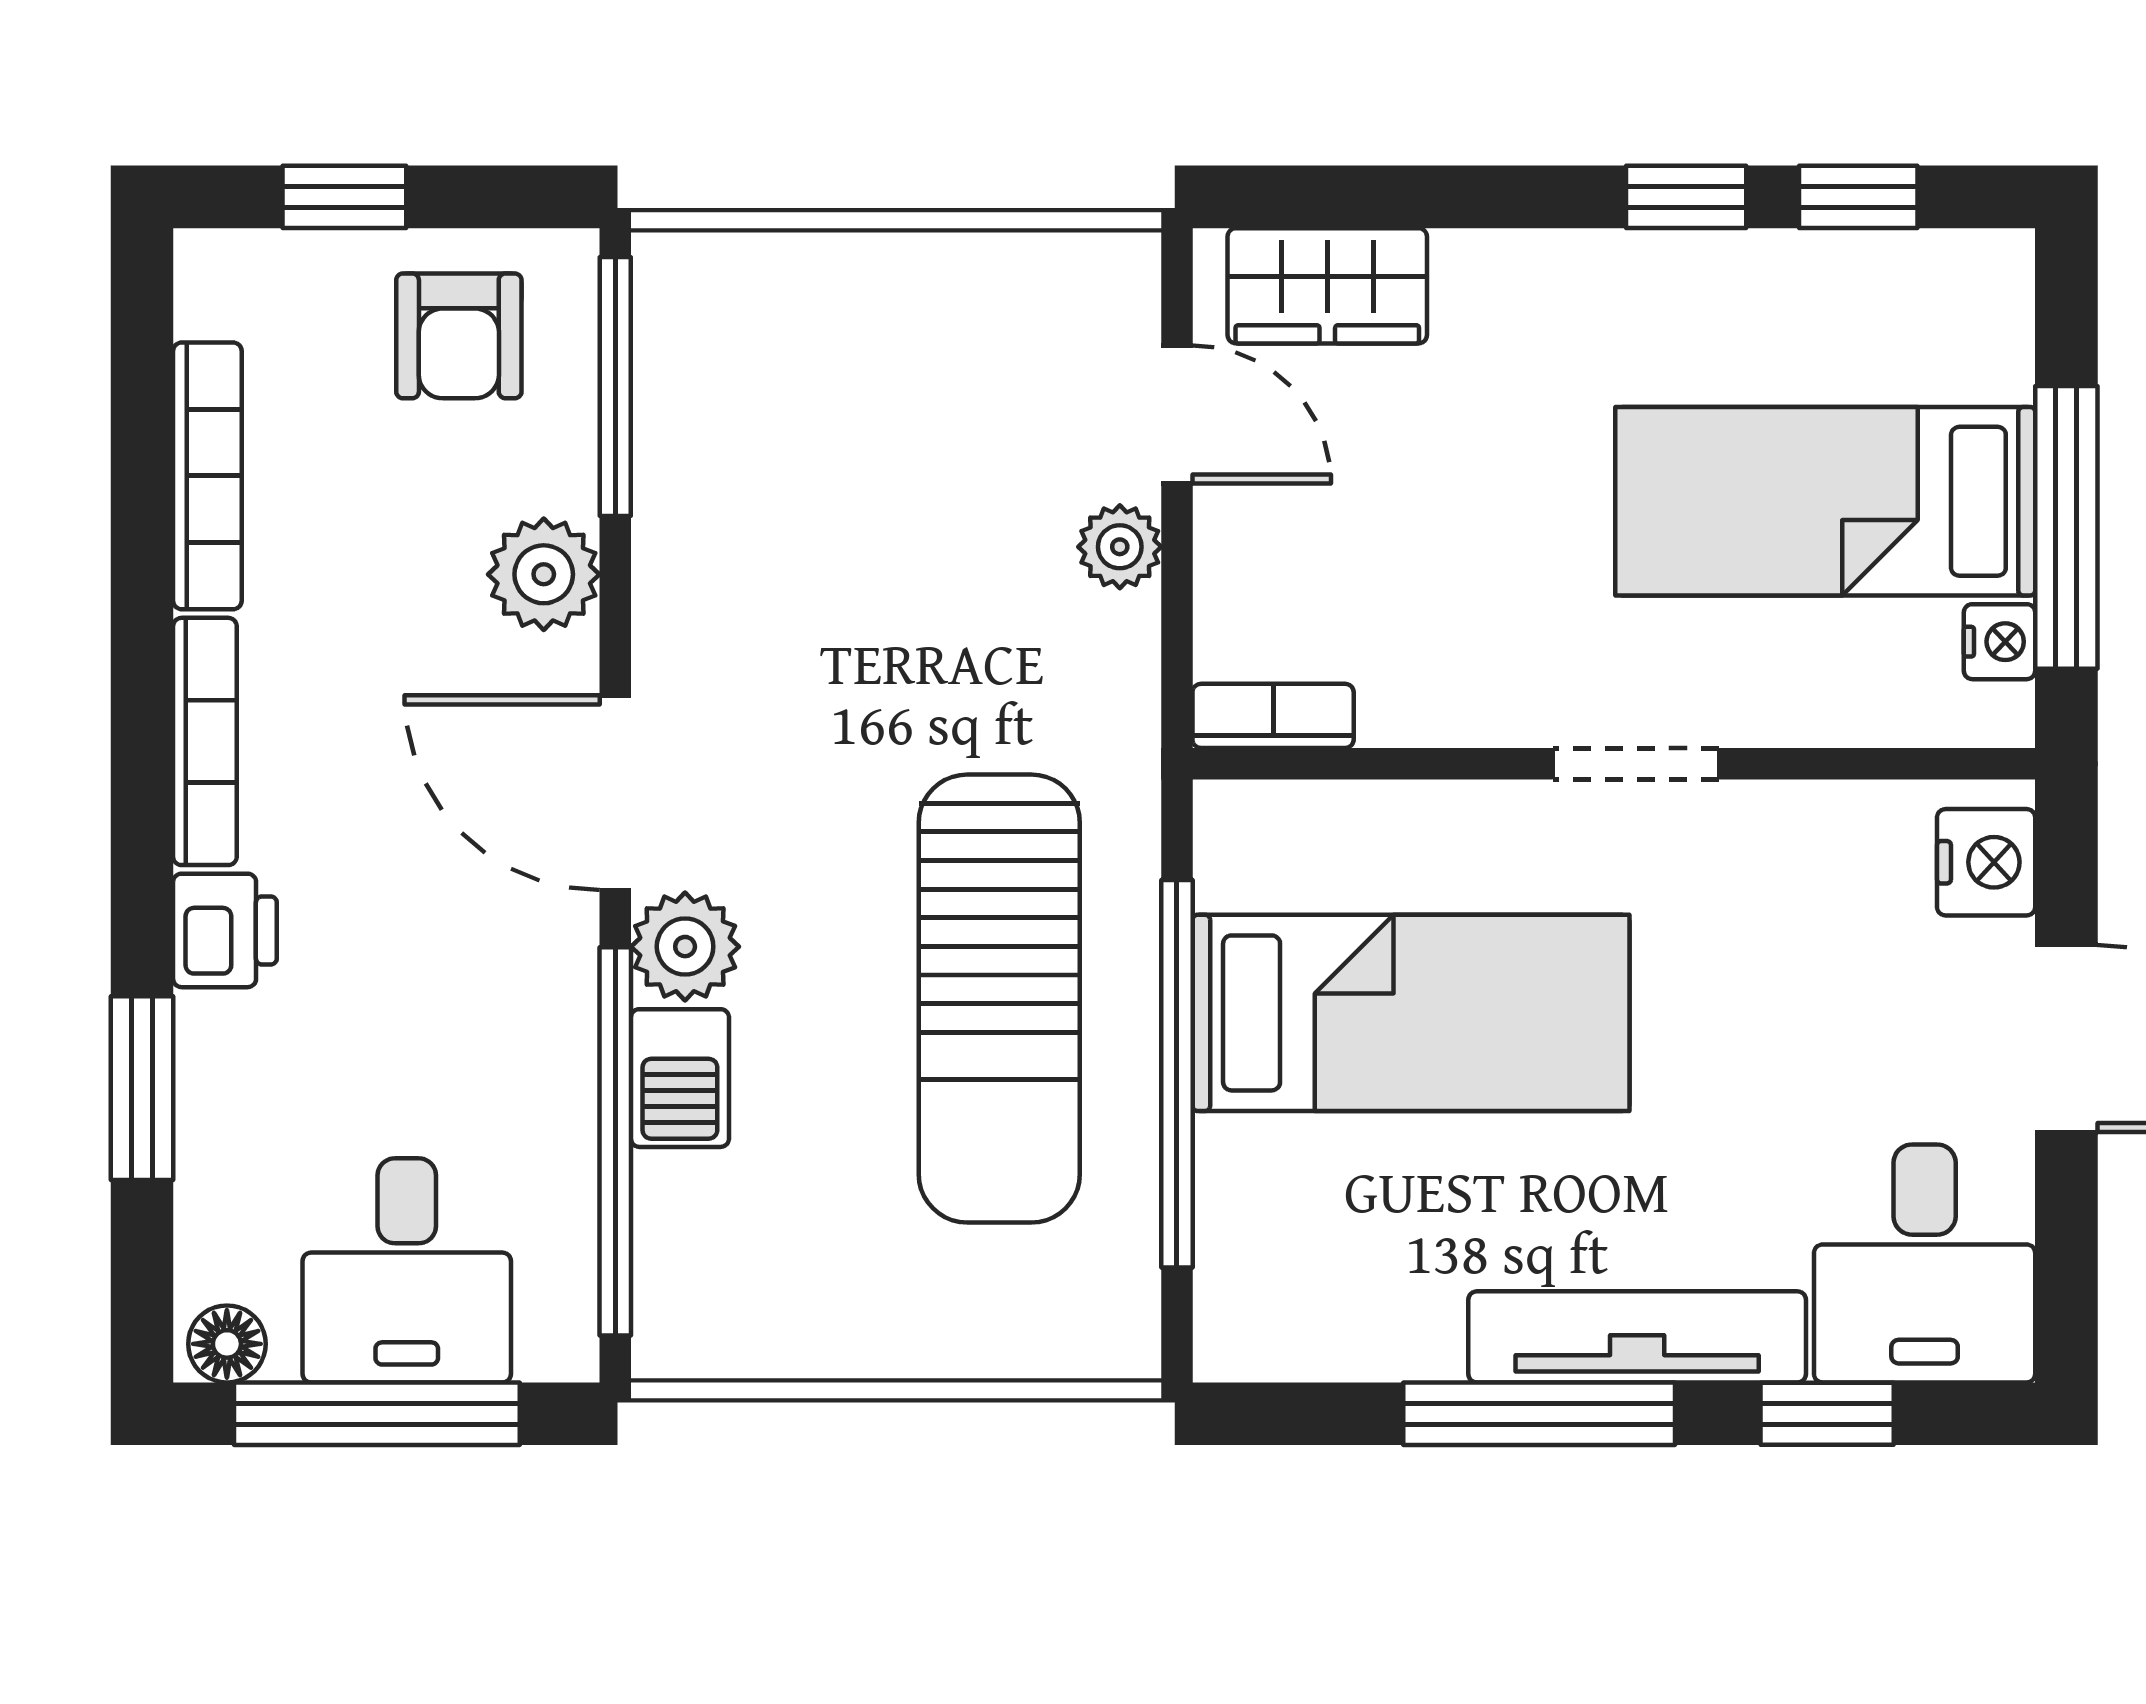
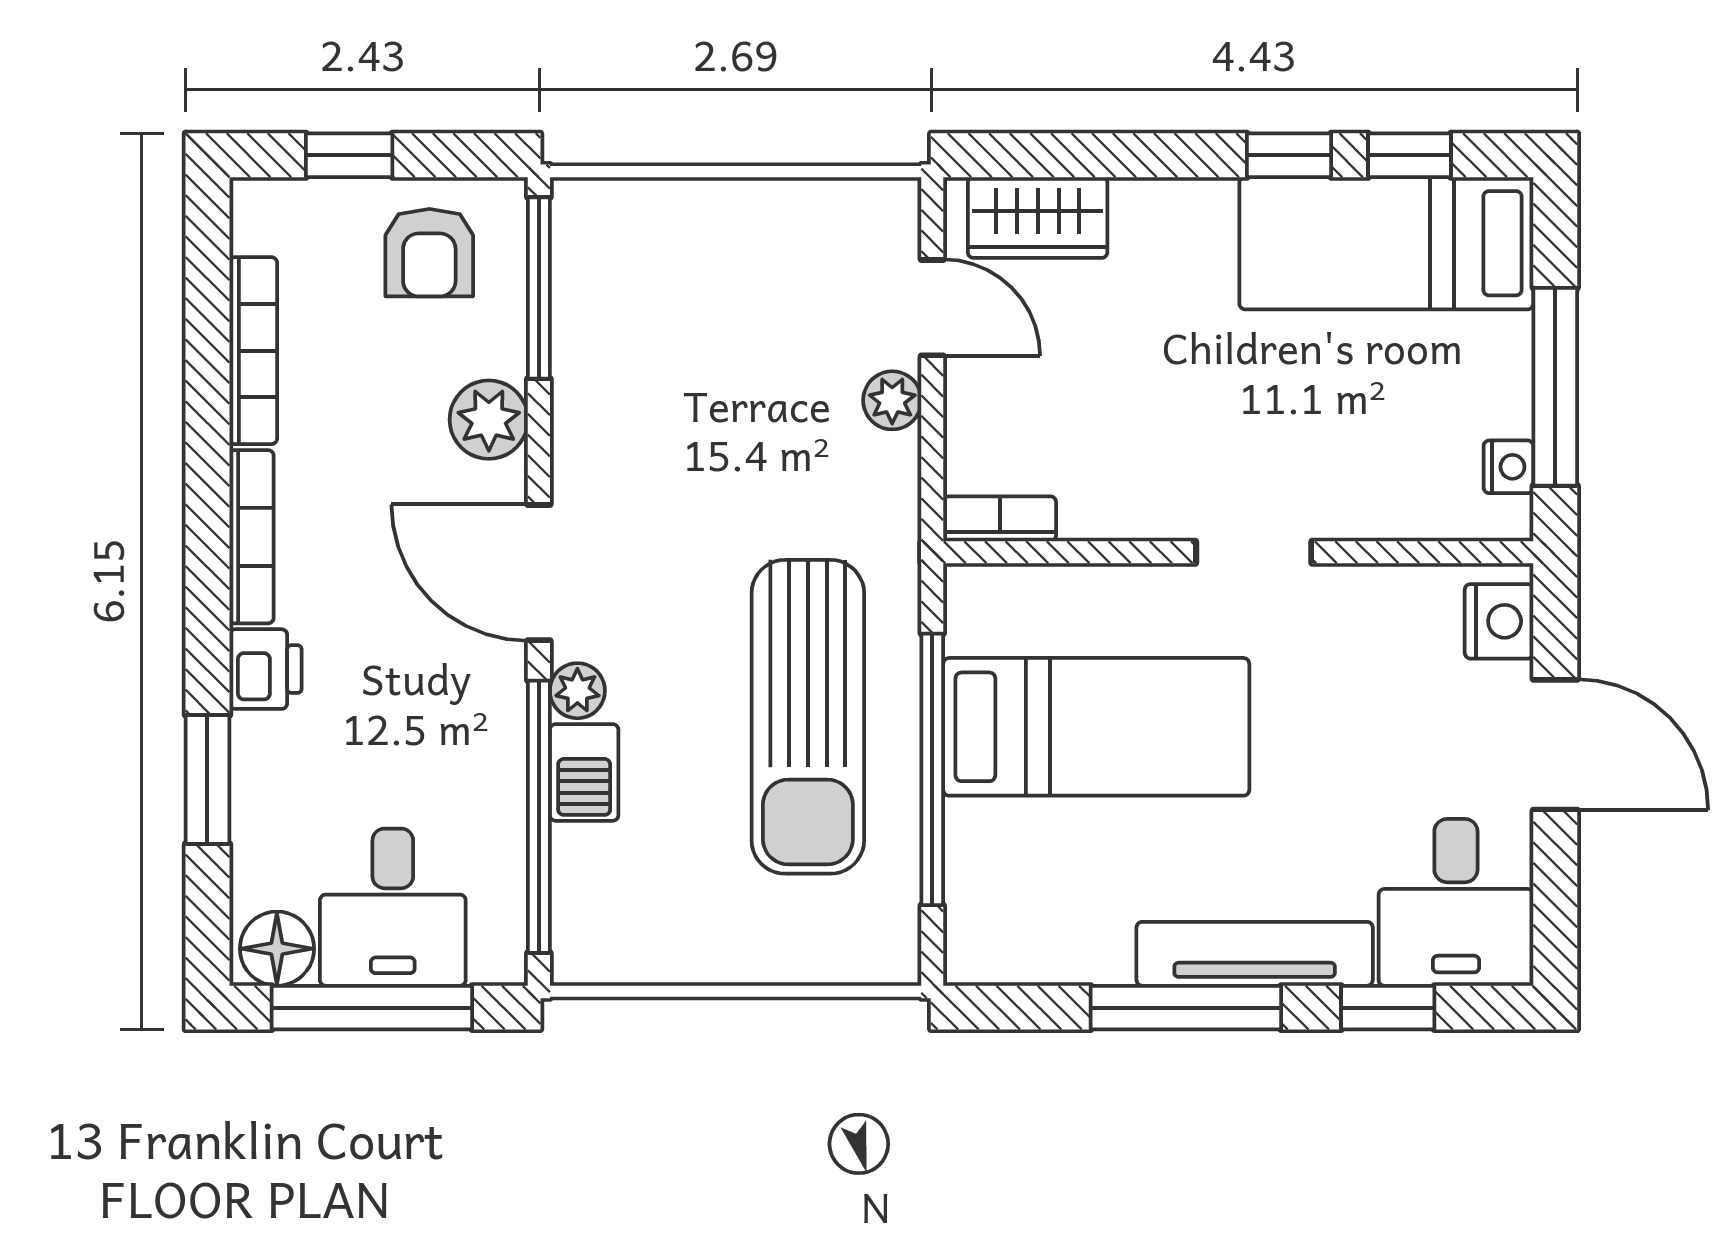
bed: (1825, 501) -> (1386, 243), moved
plant: (685, 947) -> (577, 691), width x0.73, depth x0.73
floor lamp: (227, 1344) -> (277, 949), width x1.37, depth x1.37

